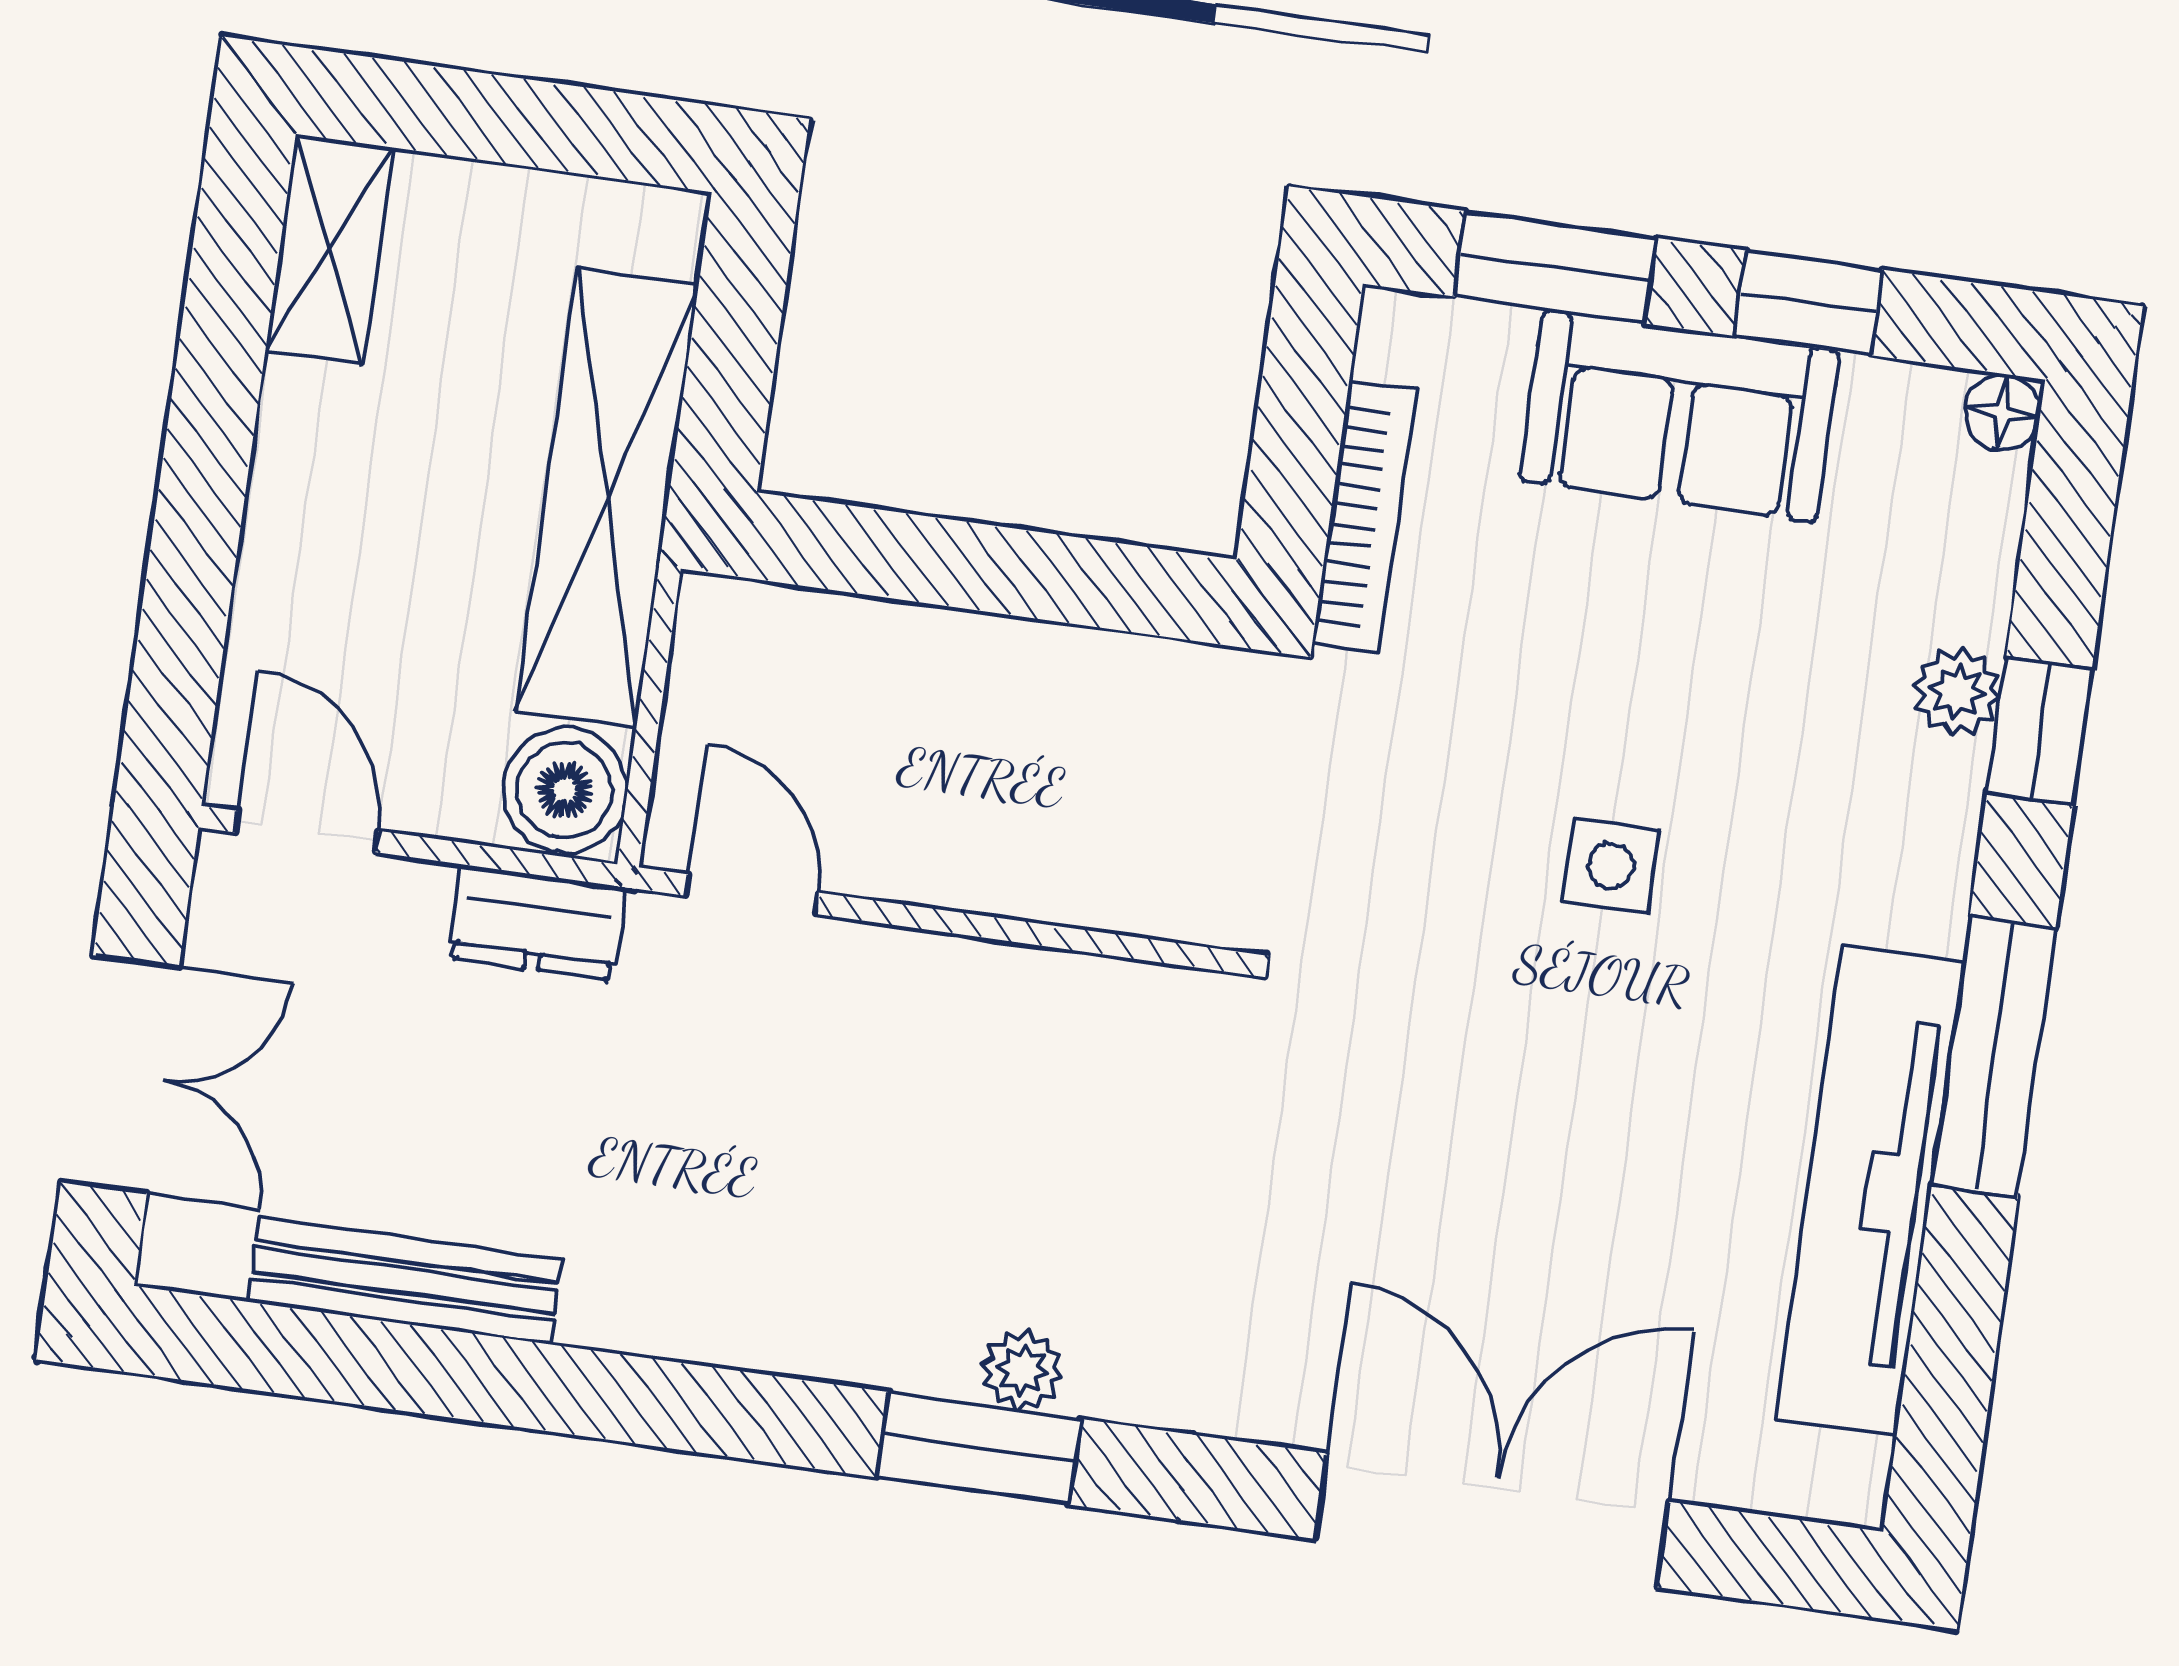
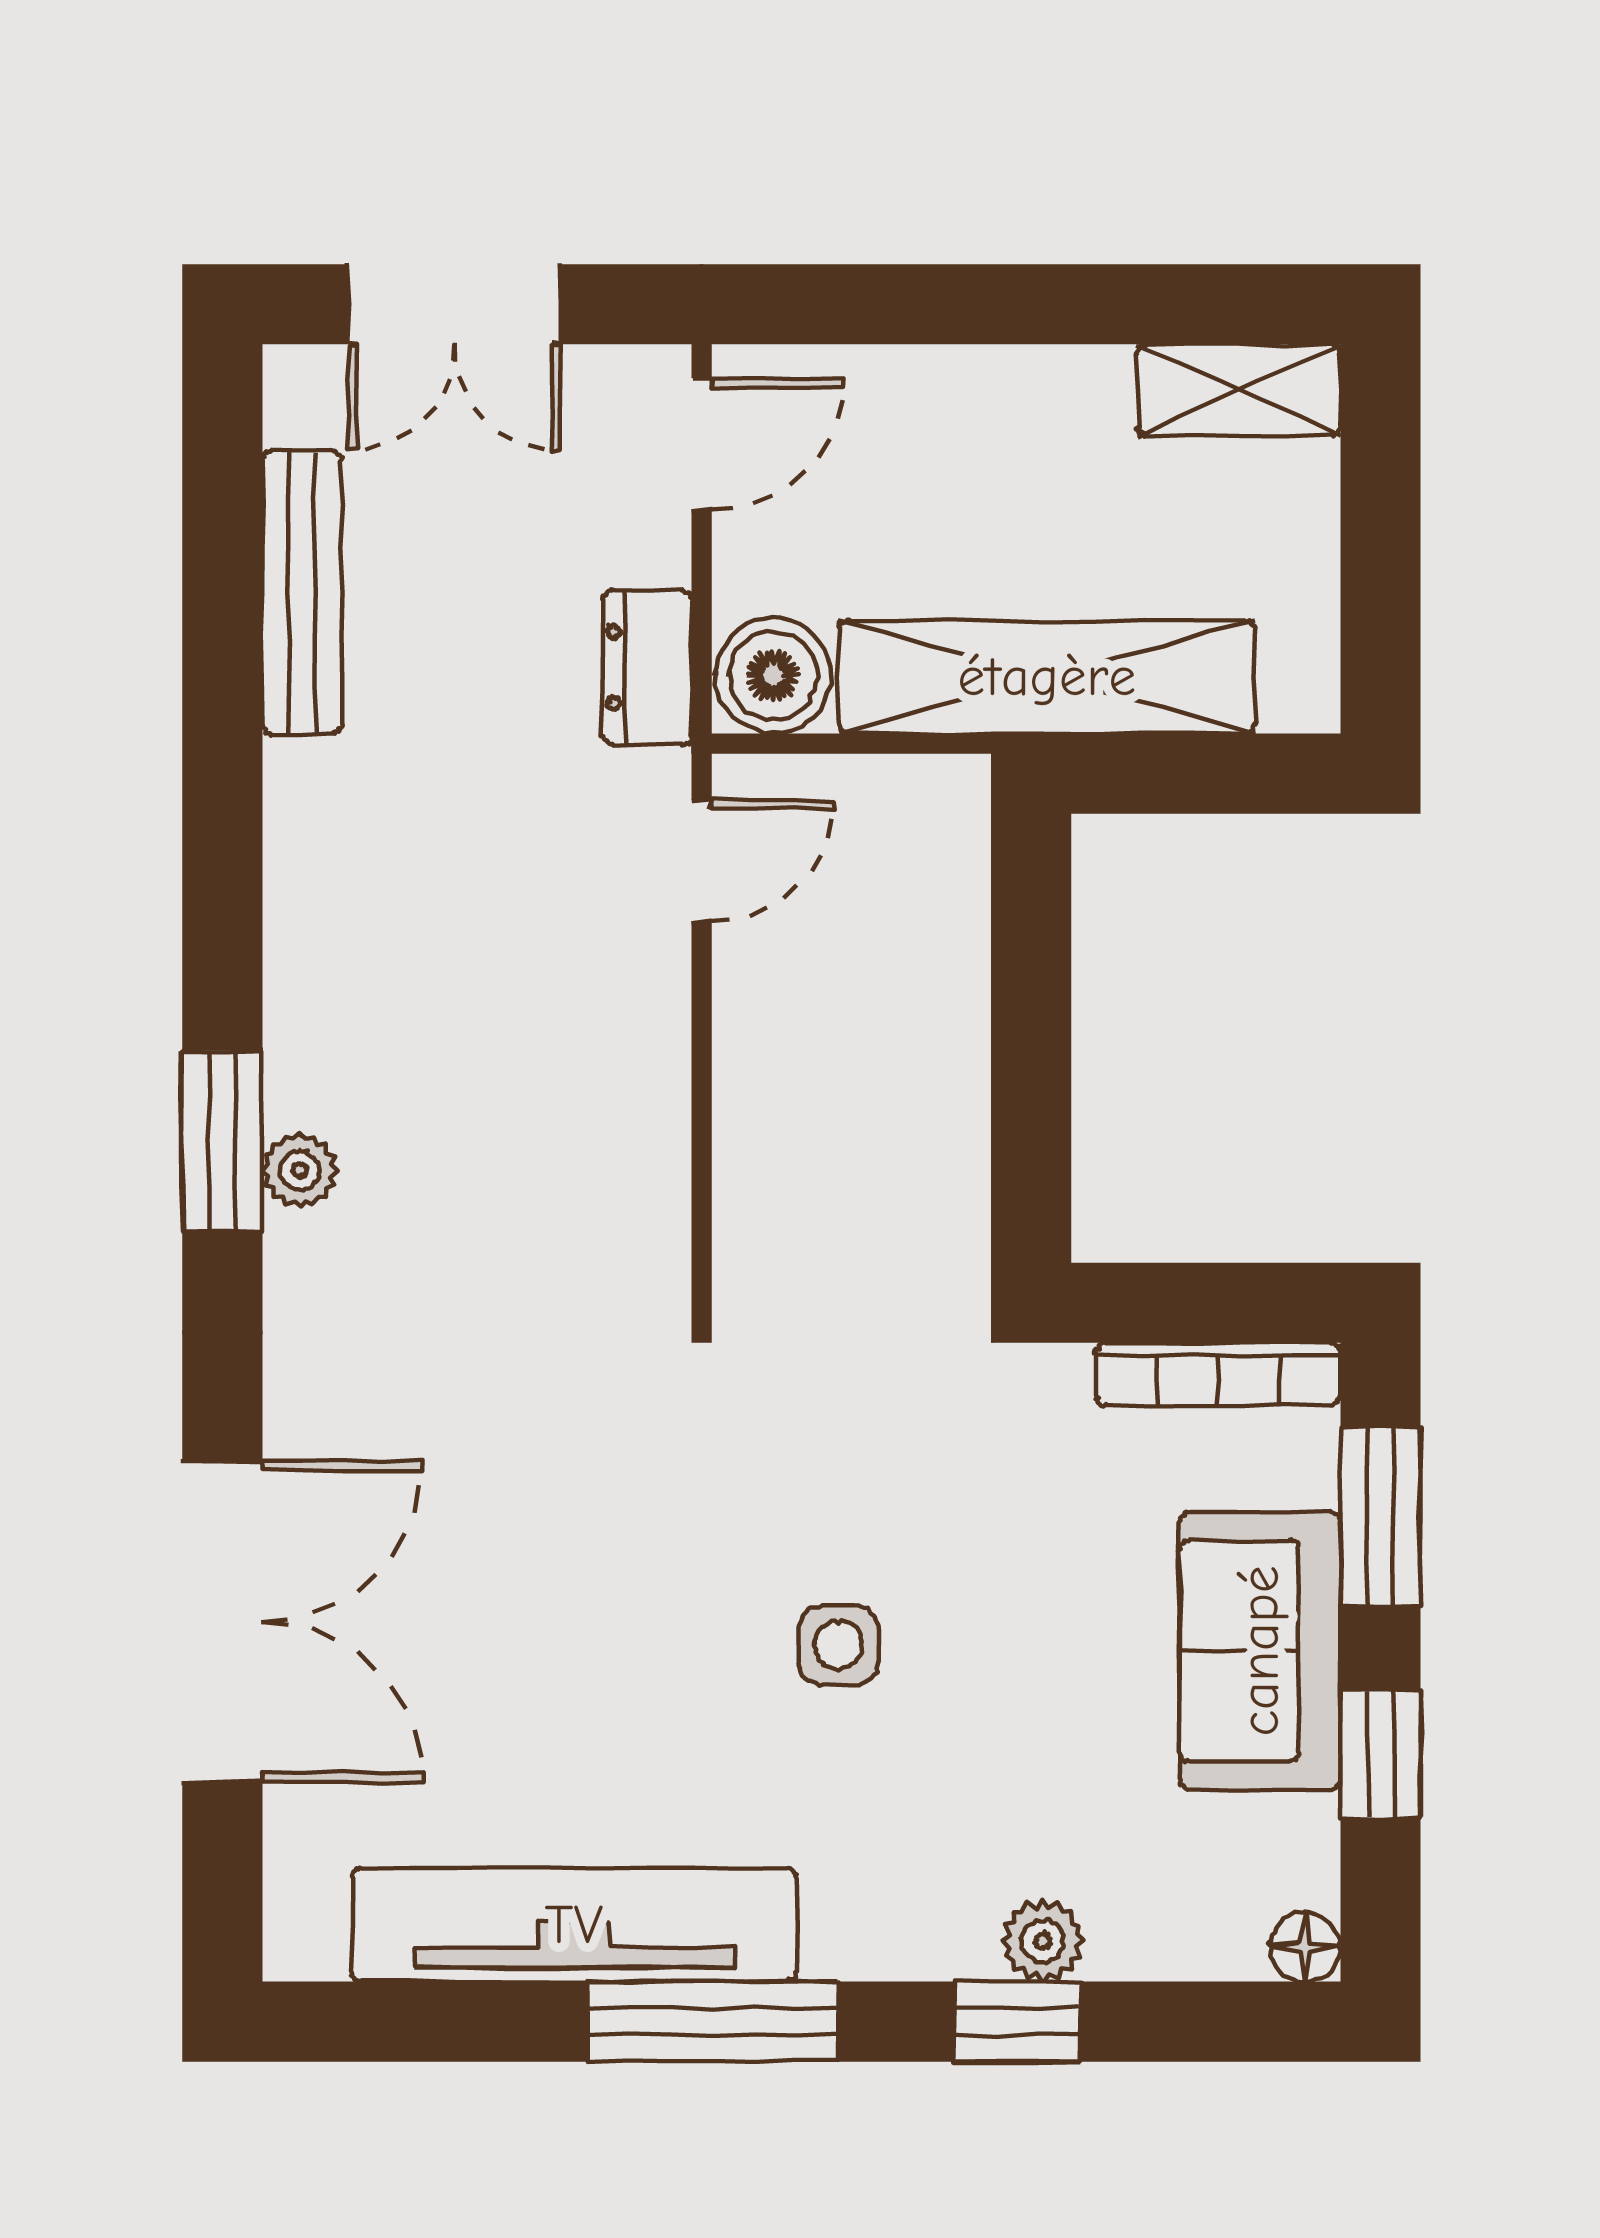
bookcase: (1364, 517) -> (1218, 1374), moved

